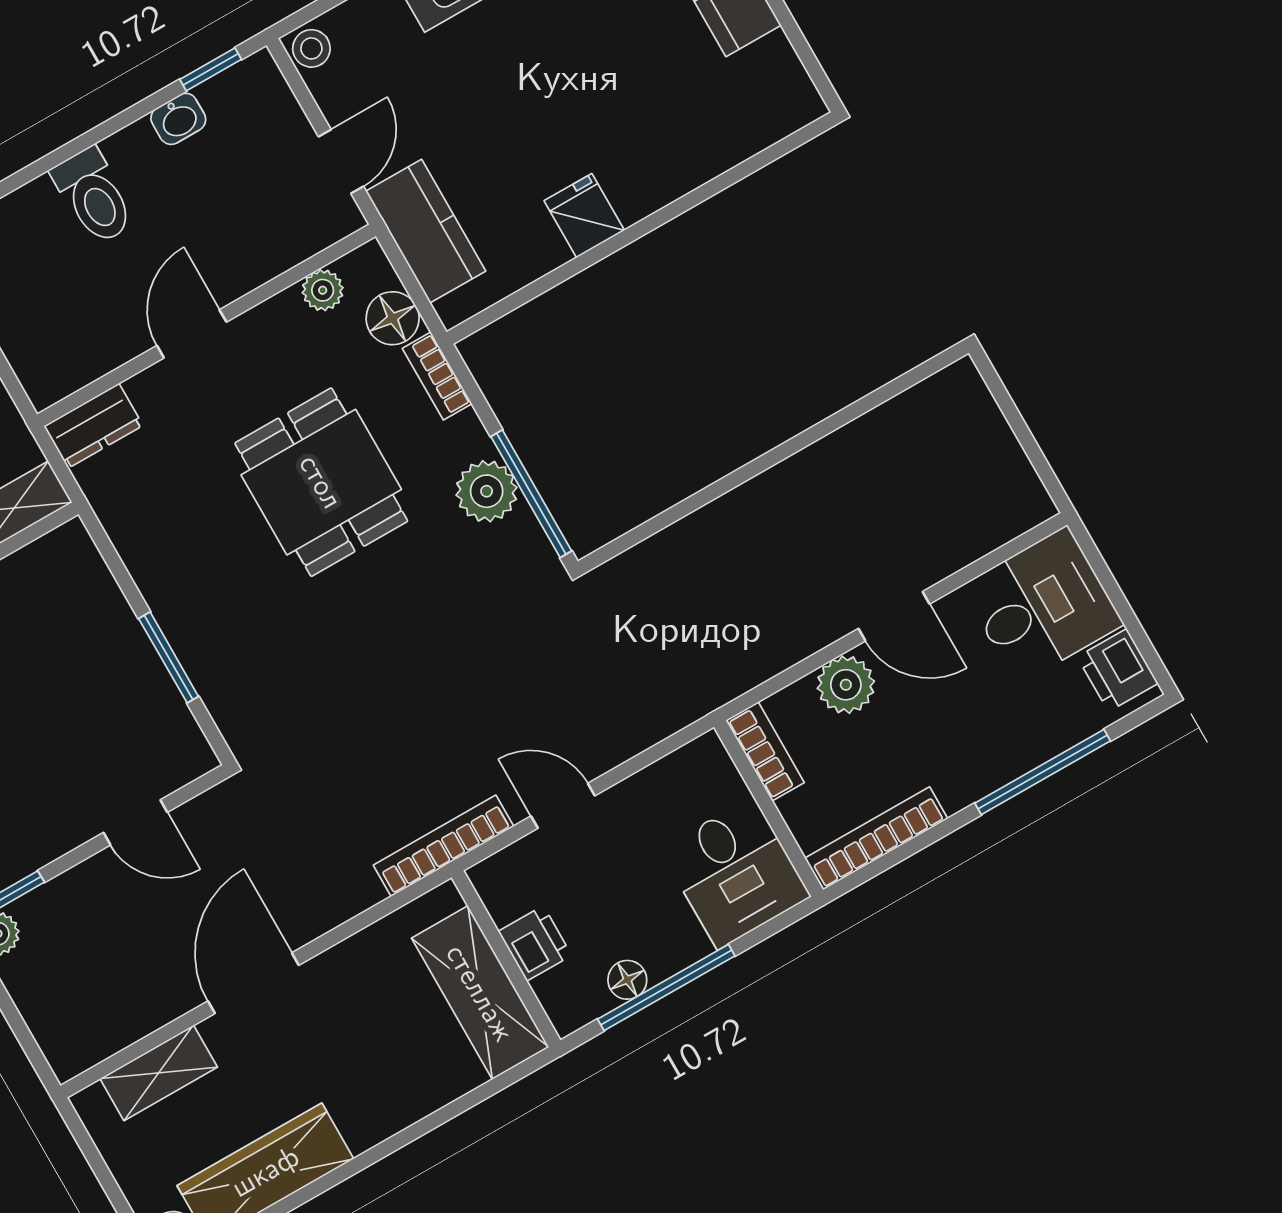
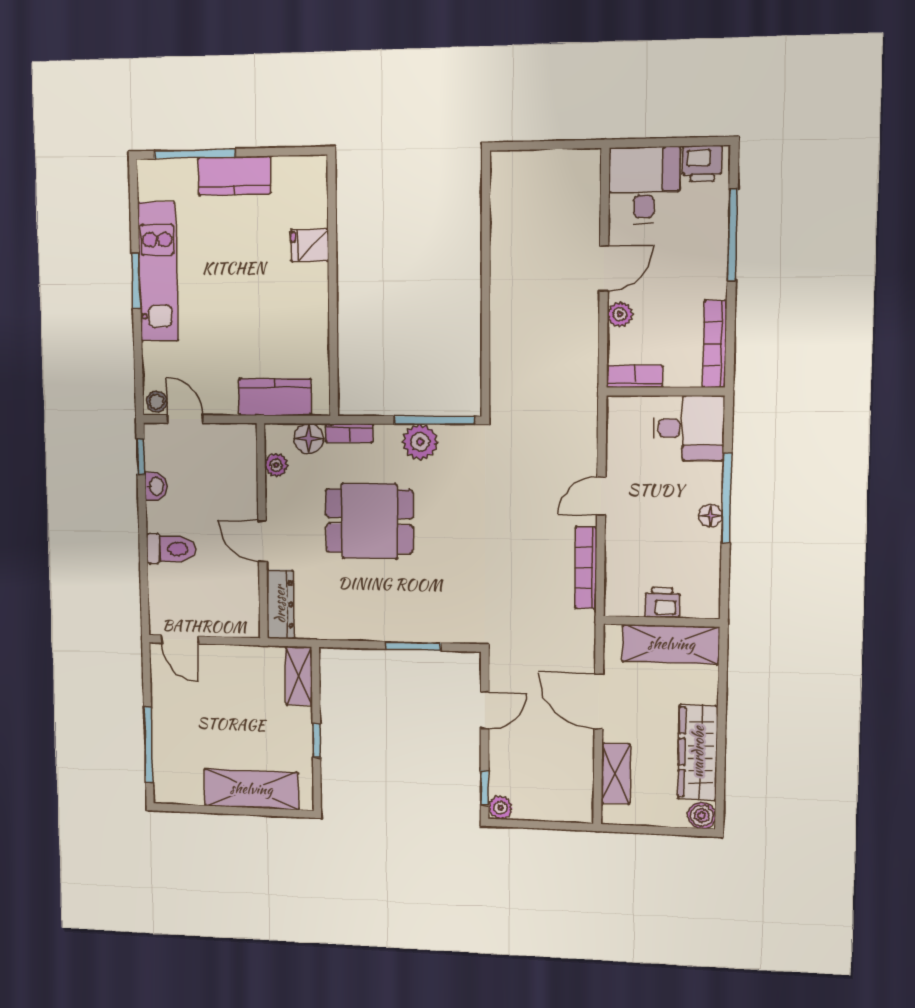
door: (341, 161) -> (185, 419), moved
fridge: (584, 216) -> (310, 245), moved
dresser: (93, 426) -> (280, 604), width x1.44
plant: (846, 685) -> (620, 314), width x0.73, depth x0.73
printer: (535, 943) -> (662, 602), moved
wall: (506, 959) -> (661, 621), moved
shelving: (480, 993) -> (671, 644), moved

